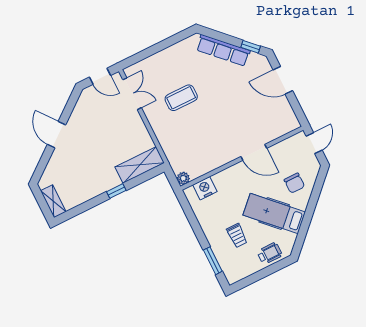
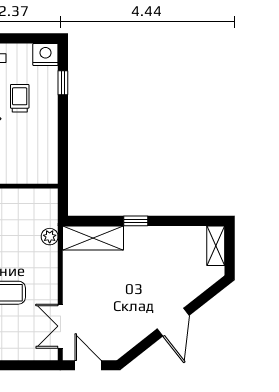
plant: (183, 178) -> (50, 237), moved
nightstand: (205, 188) -> (45, 55), moved, turned 180
window: (213, 261) -> (63, 83), width x0.67

